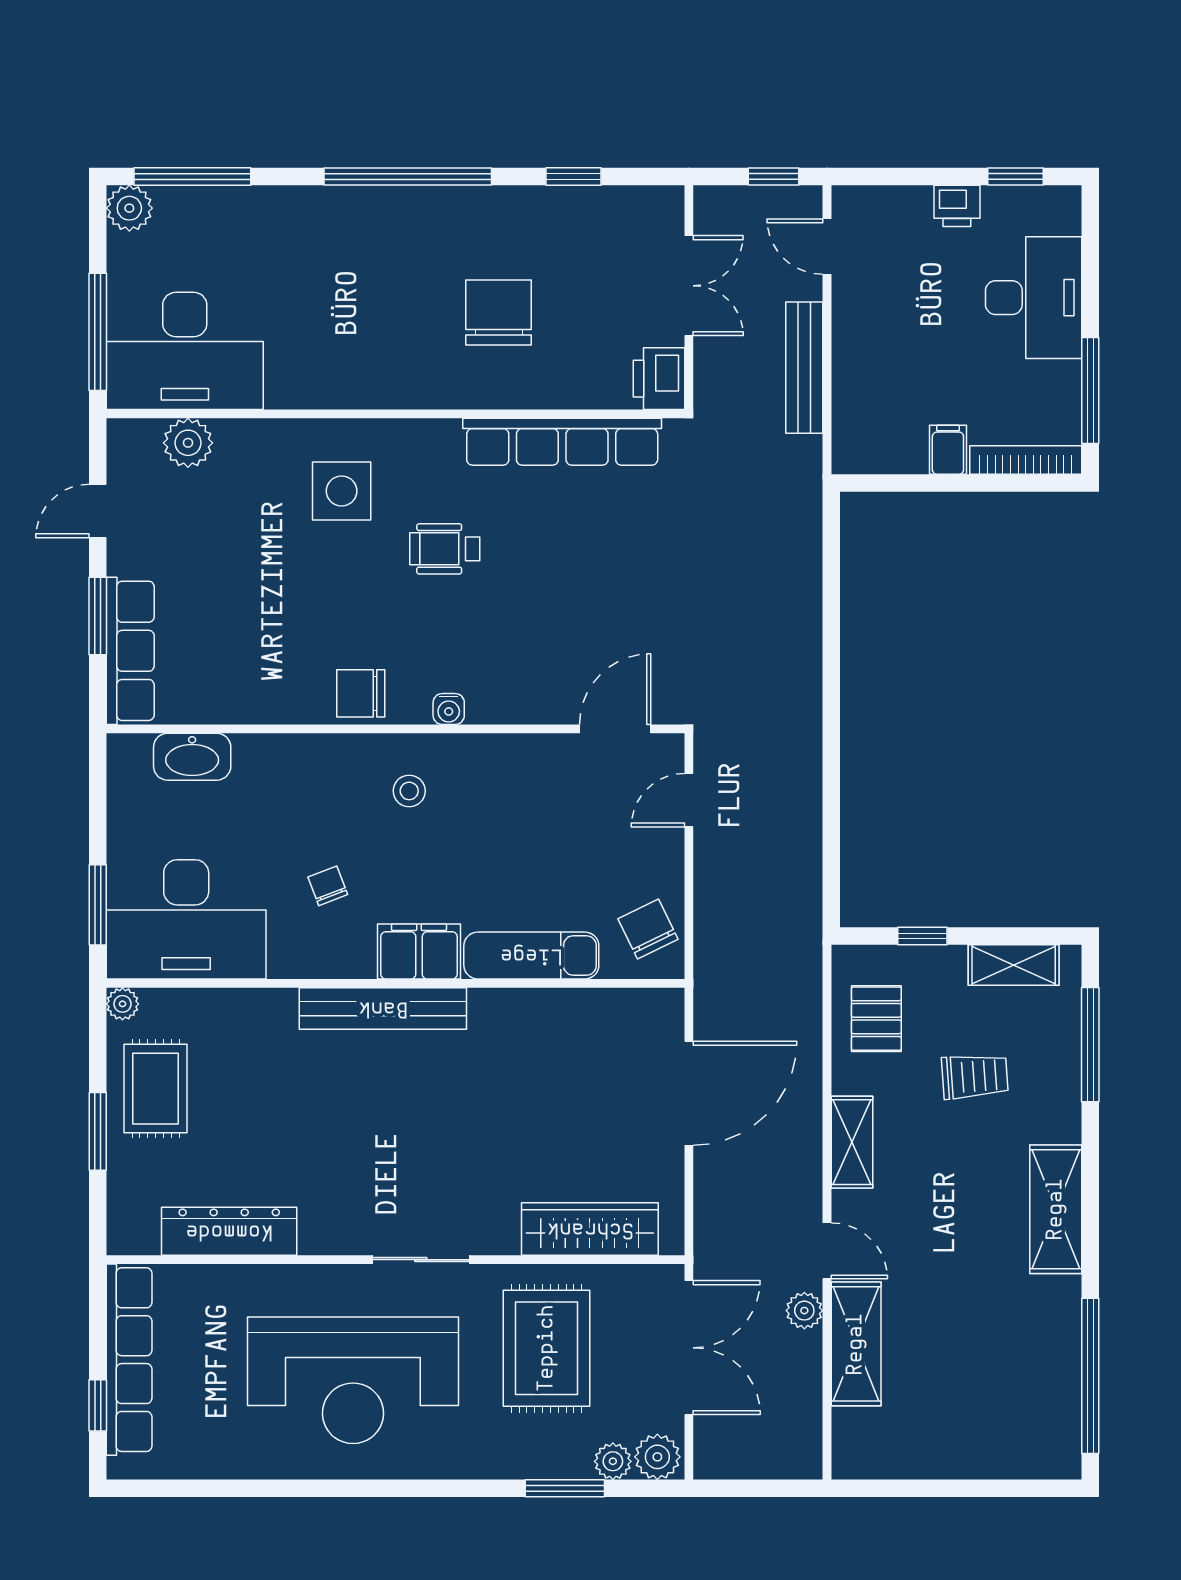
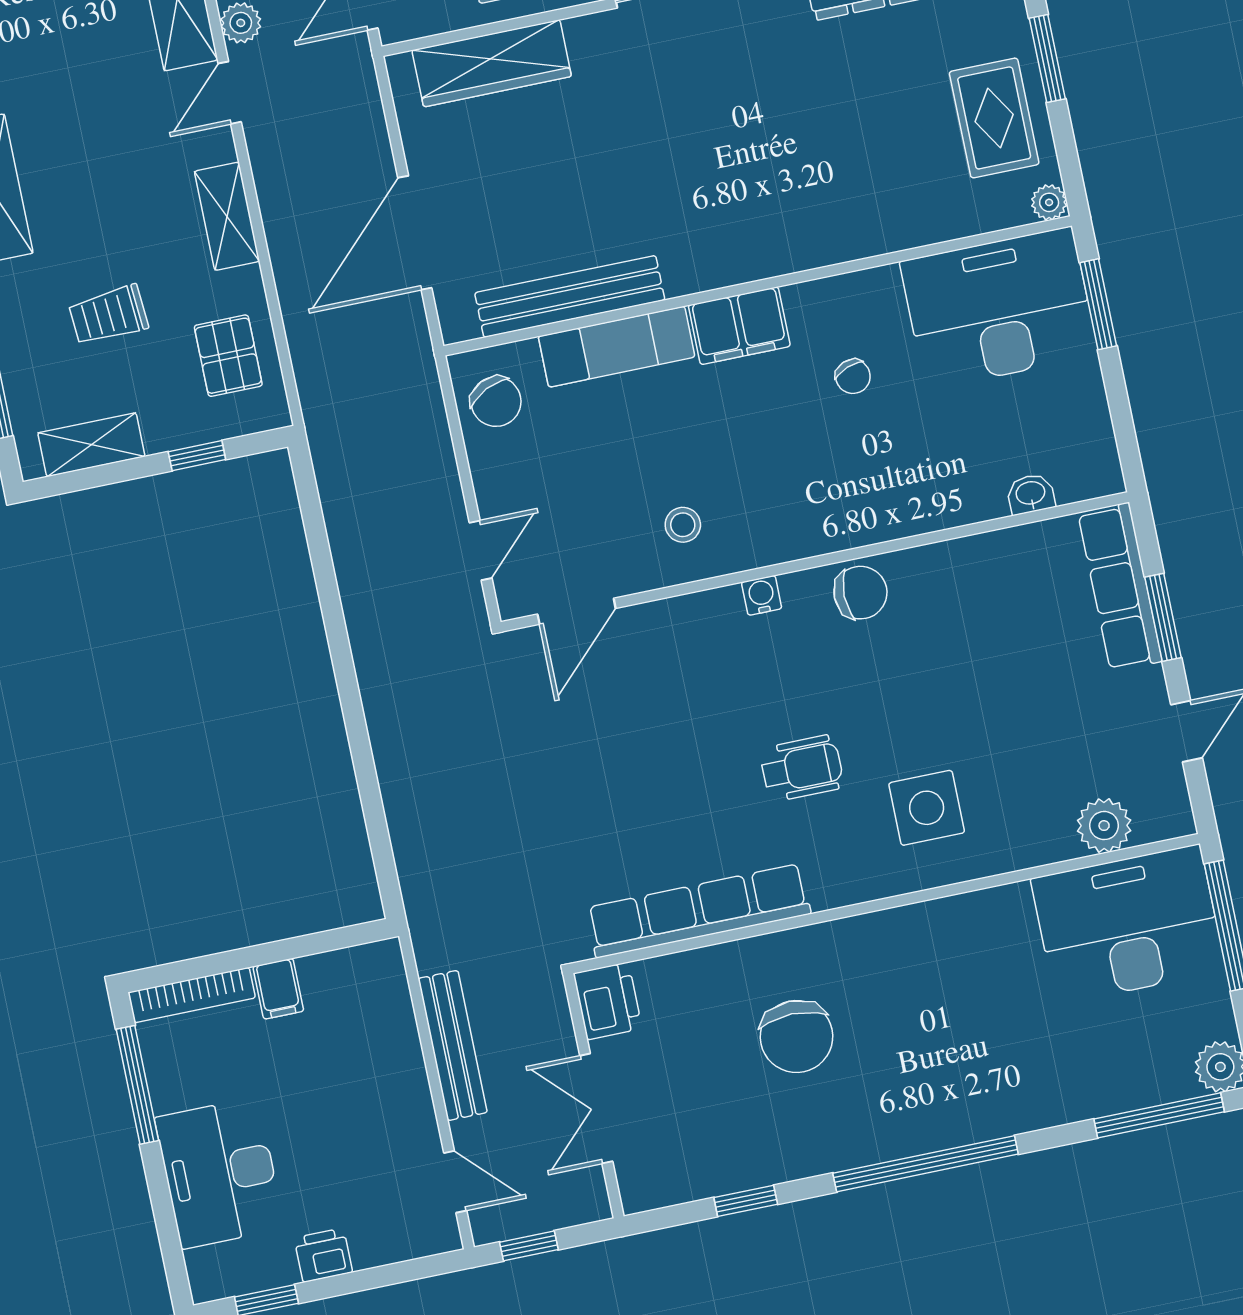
washbasin: (192, 757) -> (1031, 494), width x0.52, depth x0.69
stool: (409, 791) -> (683, 525), moved
bench: (383, 1008) -> (570, 296), moved
door: (827, 1251) -> (230, 93), hinge flipped

